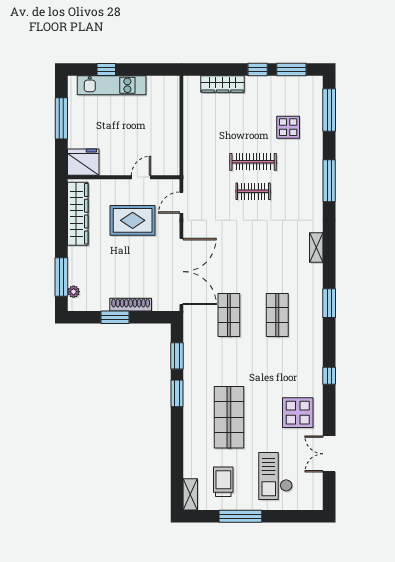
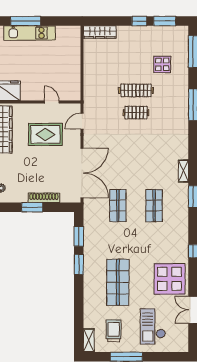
window: (106, 69) -> (26, 21), width x2.17
wardrobe: (222, 84) -> (100, 32), moved
door: (141, 177) -> (52, 102), hinge flipped
shelving: (316, 248) -> (183, 171), moved
display table: (298, 413) -> (169, 279), width x1.36, depth x1.36

